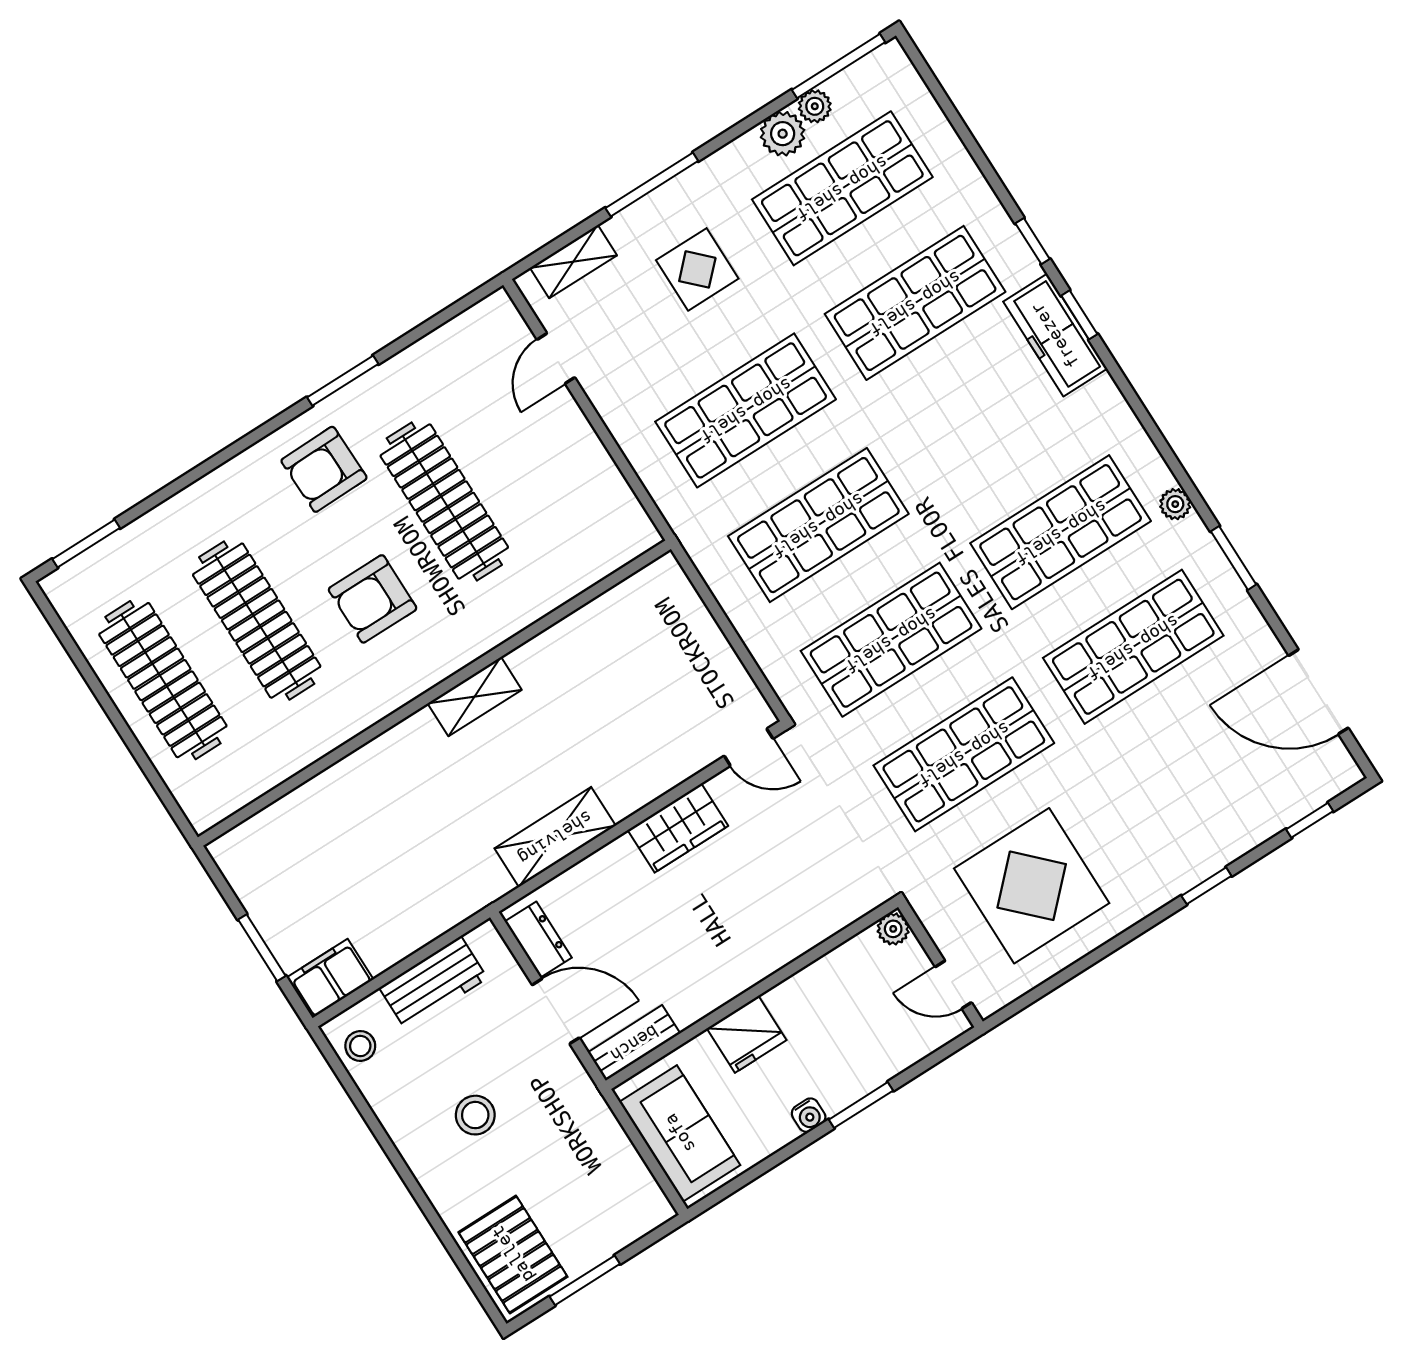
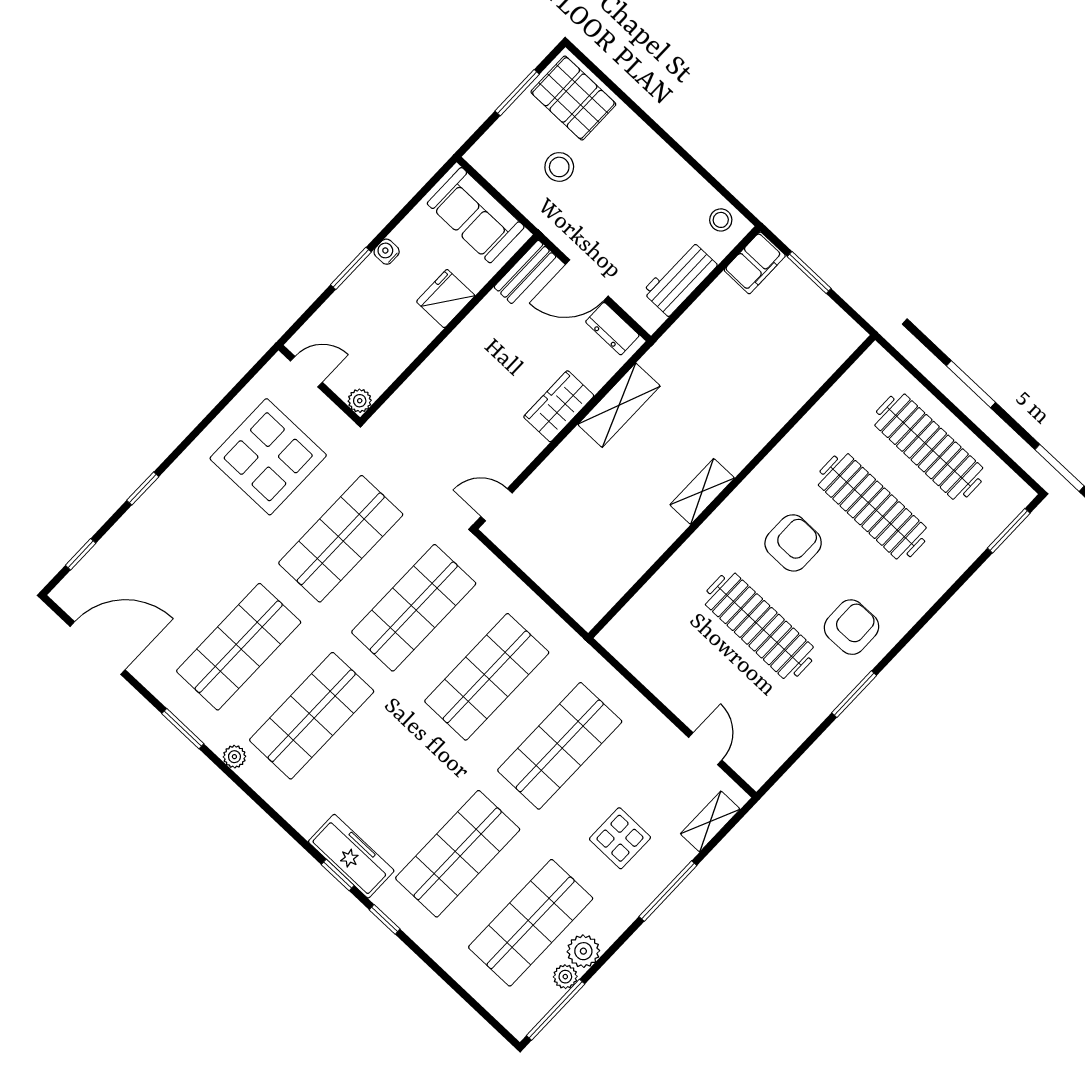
wardrobe: (678, 828) -> (559, 406), moved
stool: (475, 1115) -> (559, 167), moved

